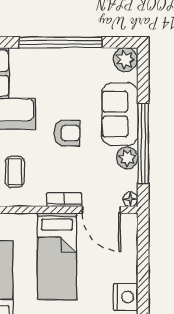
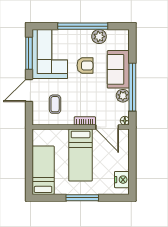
plant: (125, 60) -> (99, 37), moved
armchair: (67, 133) -> (85, 65), moved

